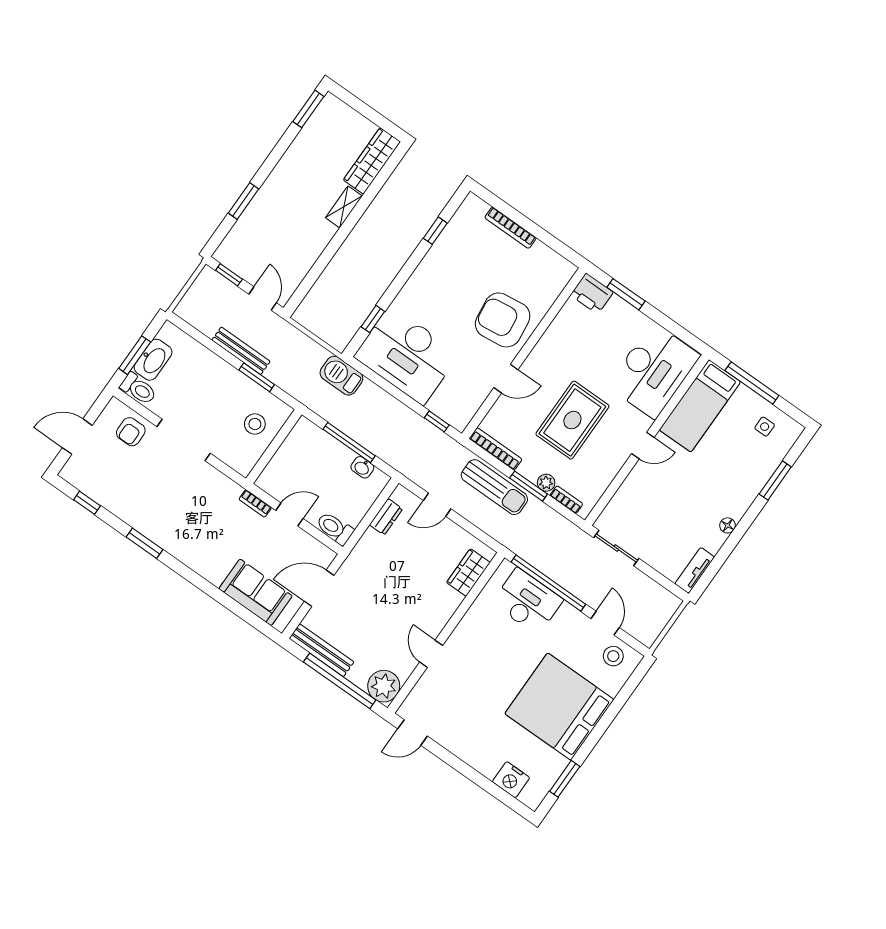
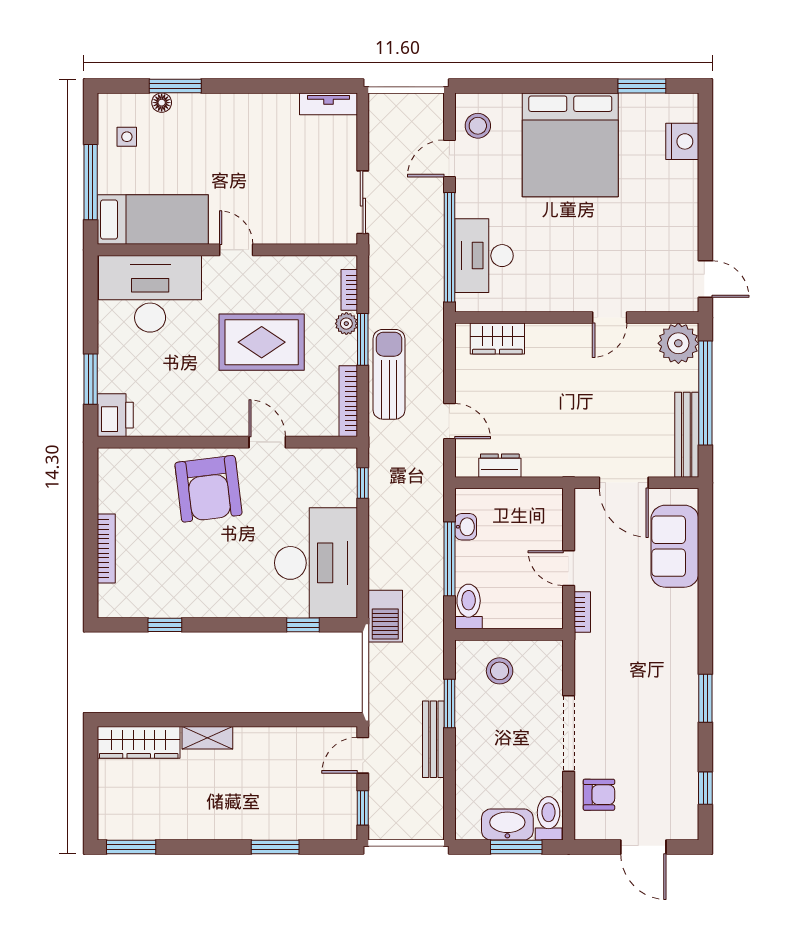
floor lamp: (728, 525) -> (162, 103), moved
toilet: (335, 528) -> (469, 607), moved, turned 180

